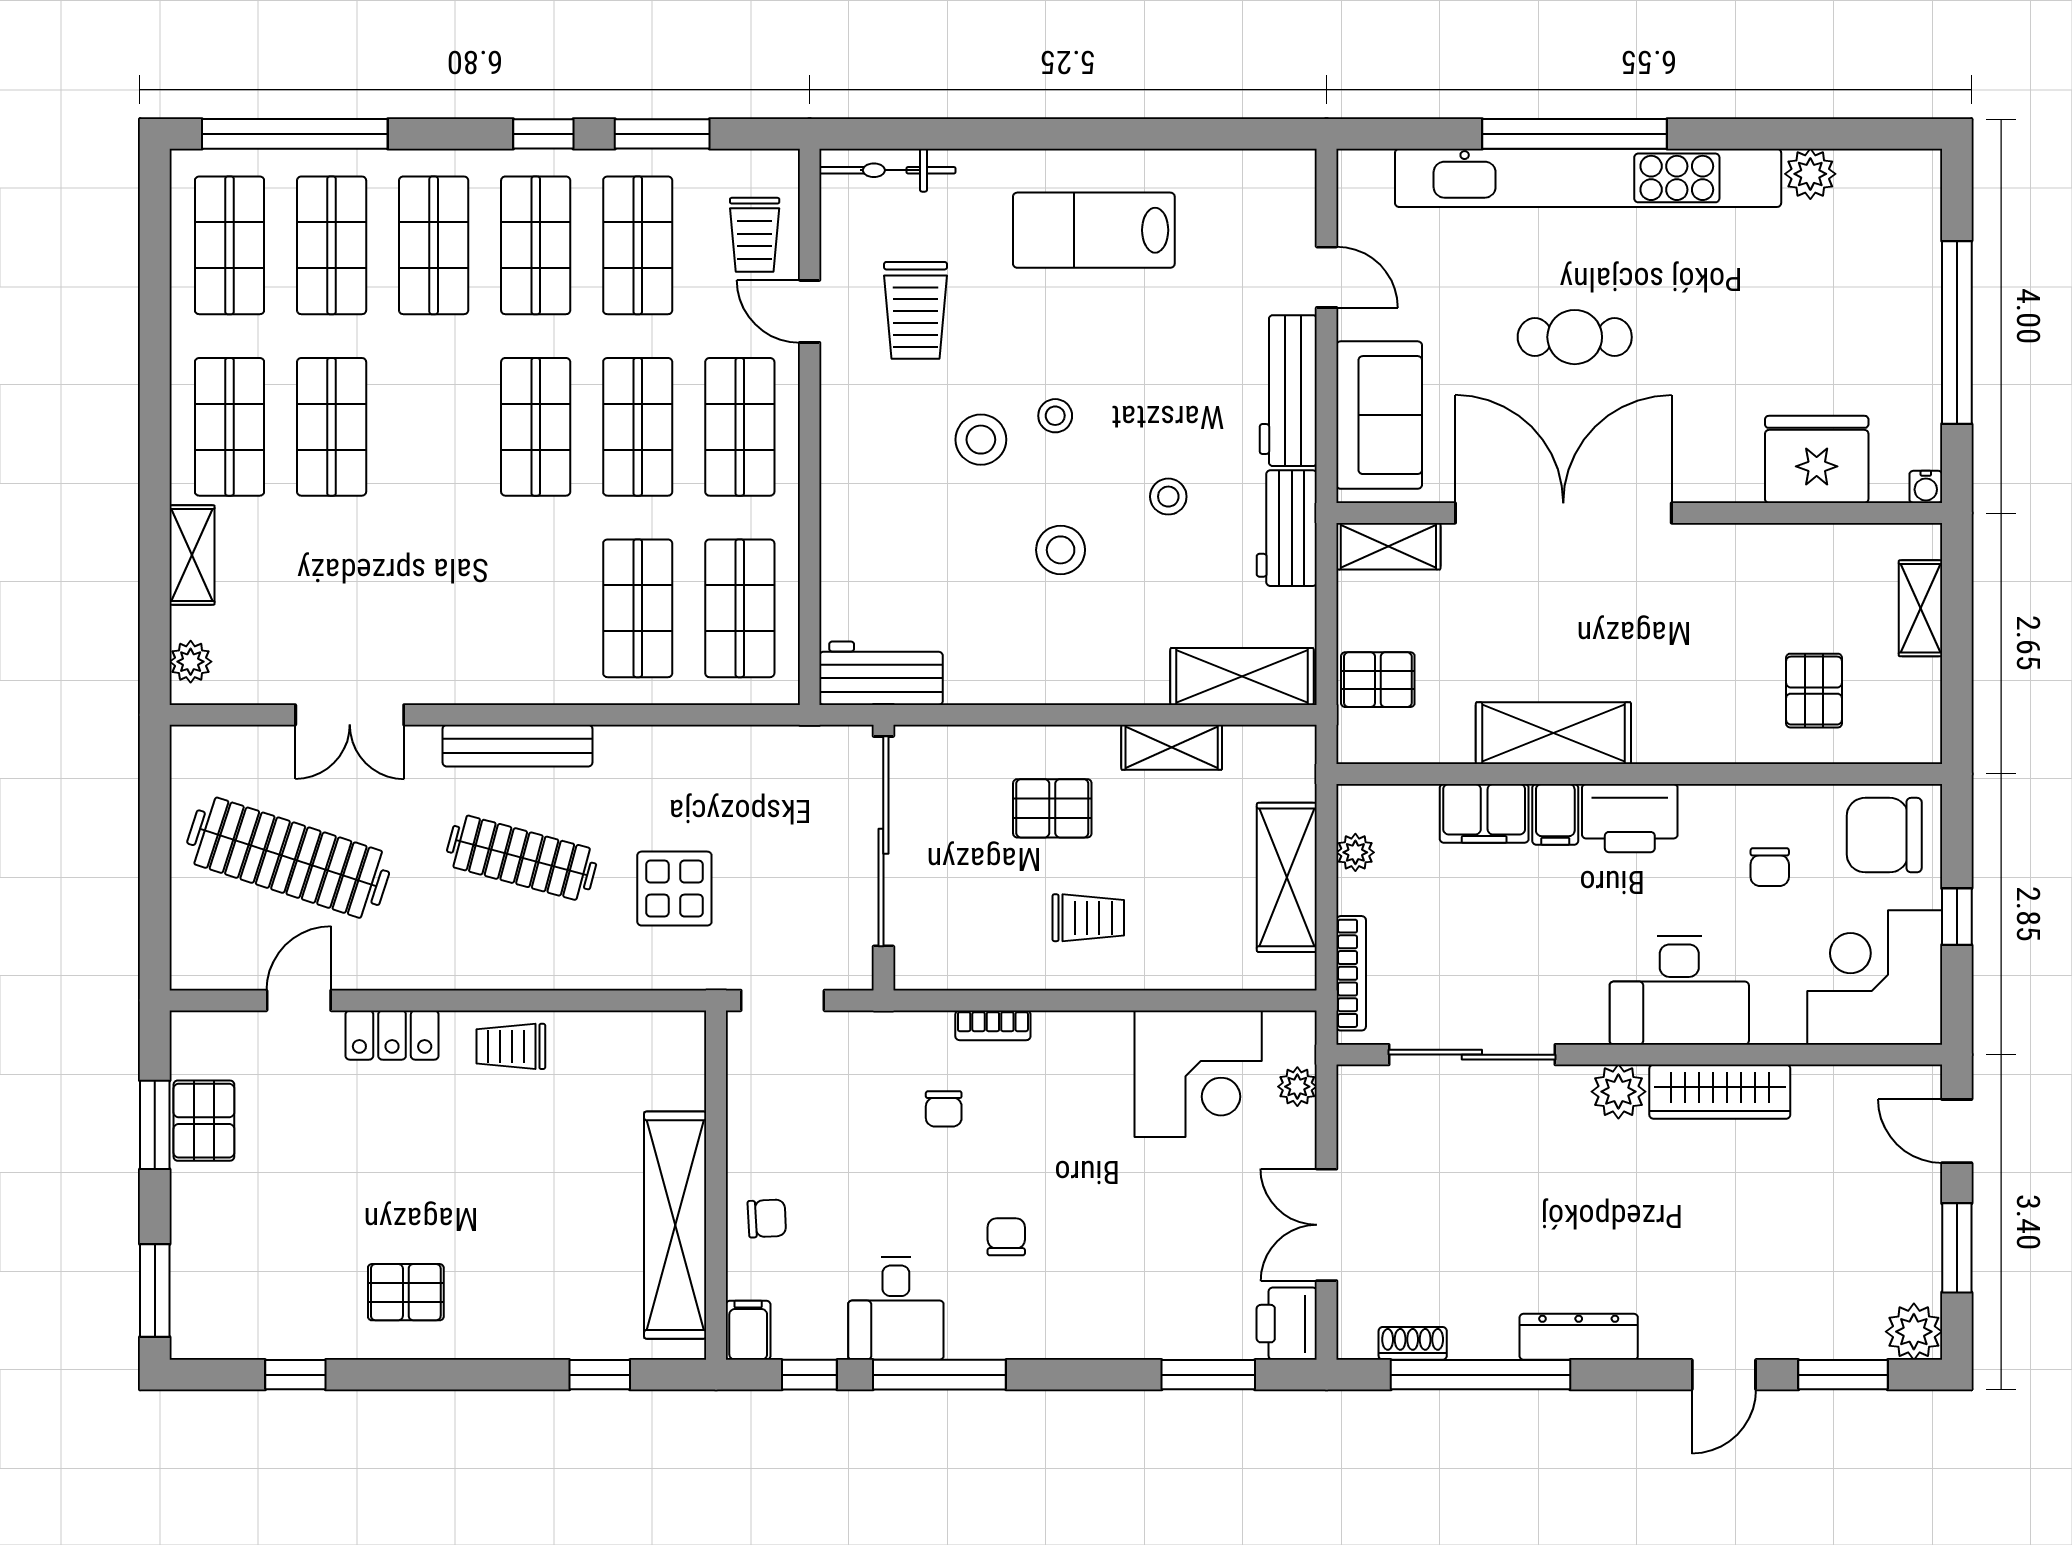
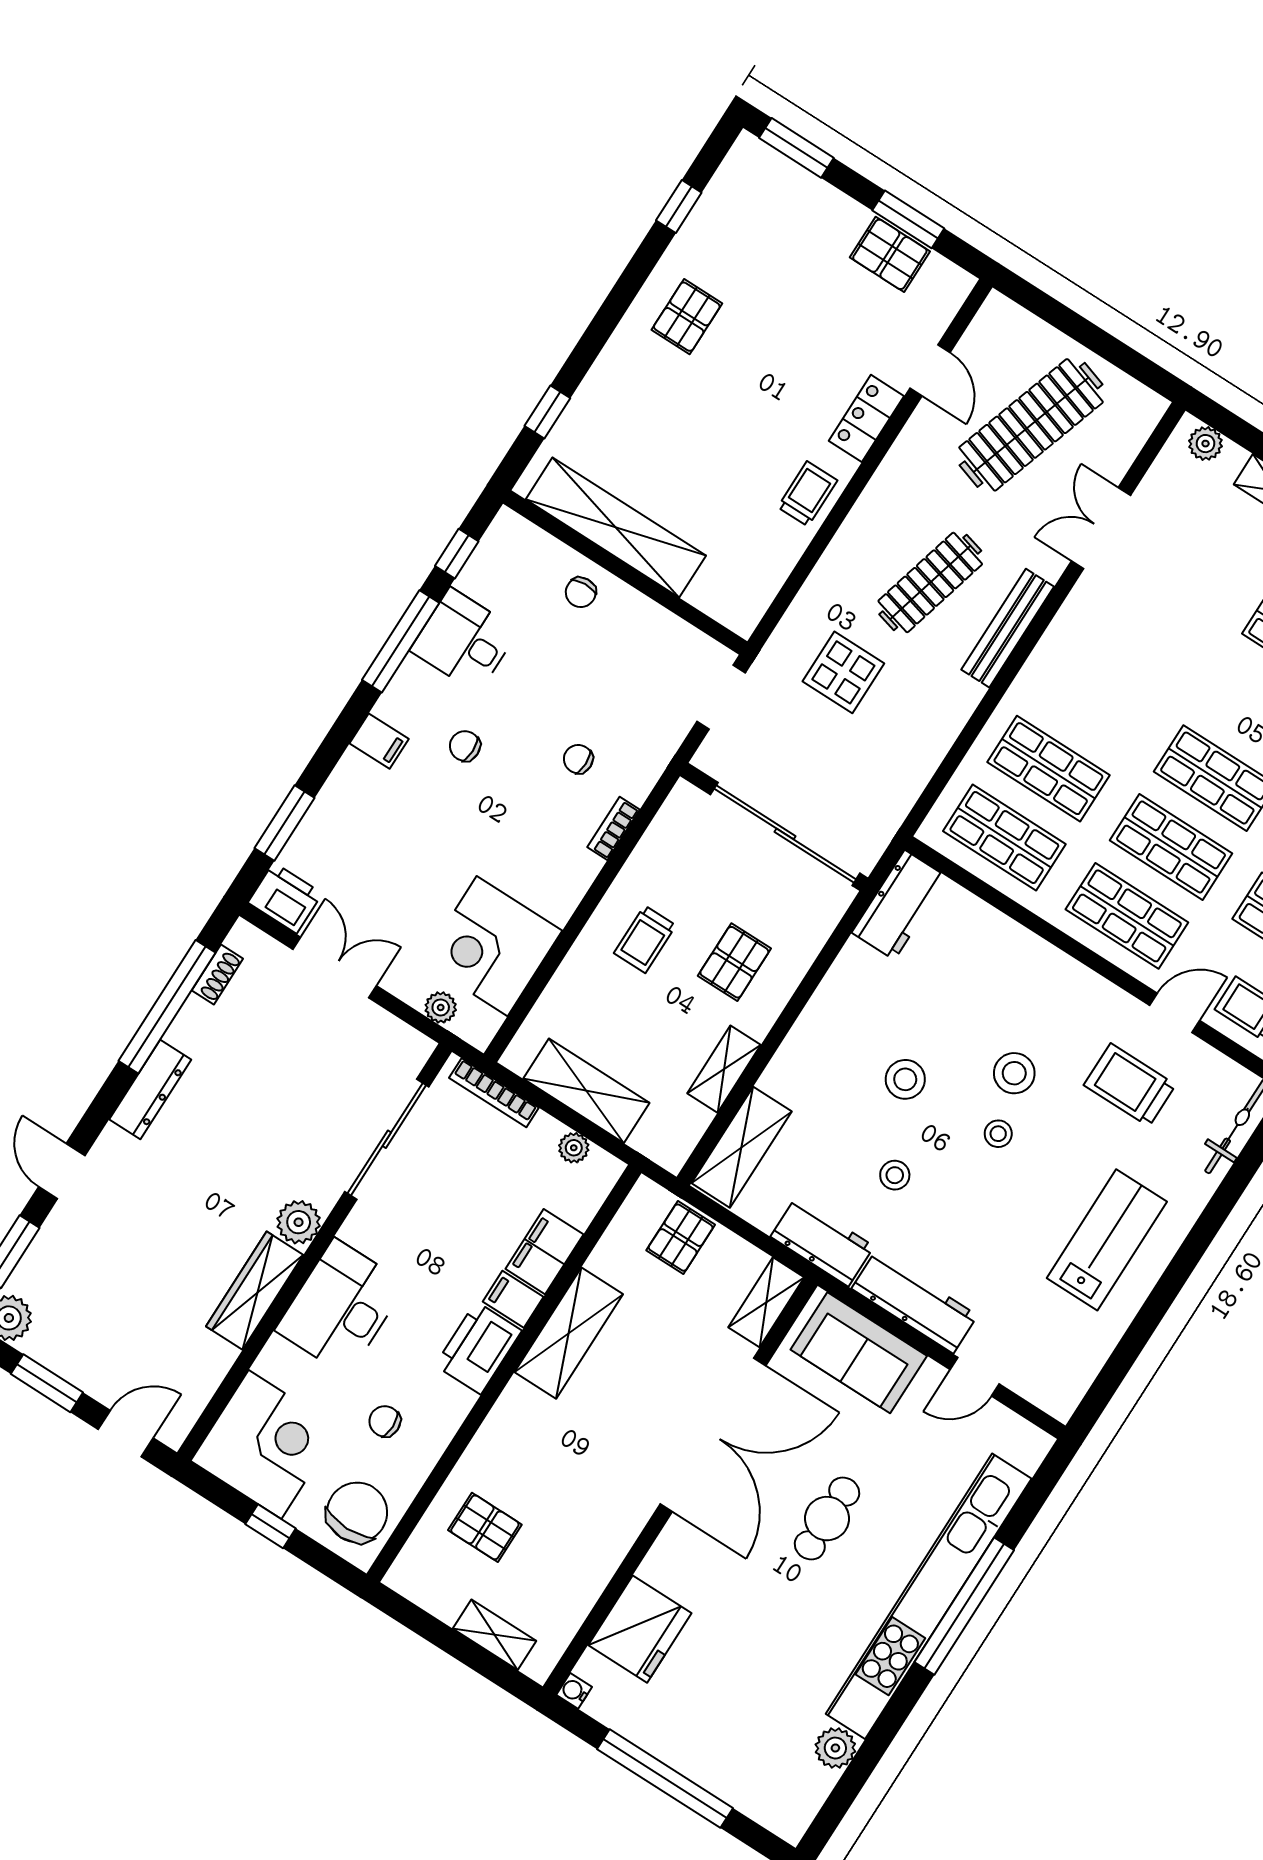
chair: (1006, 1237) -> (465, 746), turned 180
filing cabinet: (748, 1330) -> (379, 741), moved

